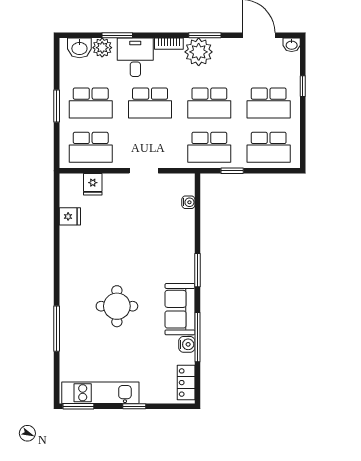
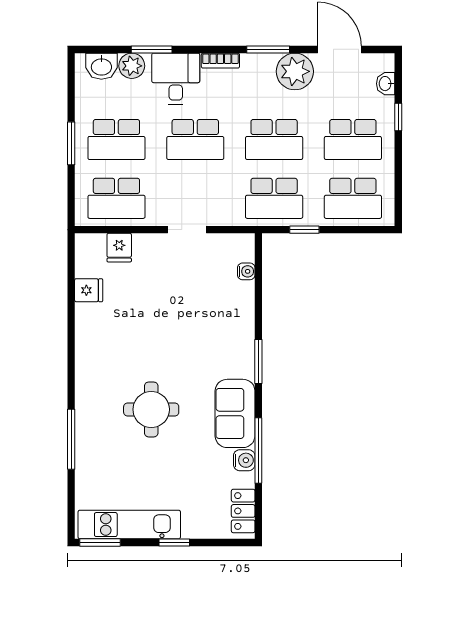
washbasin: (292, 45) -> (386, 84), moved, turned 90
plant: (199, 52) -> (295, 71), moved

